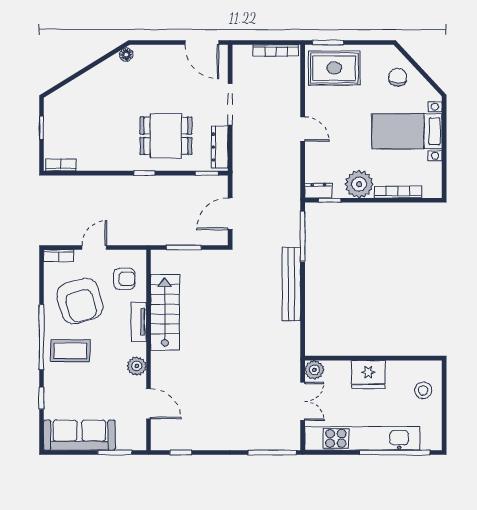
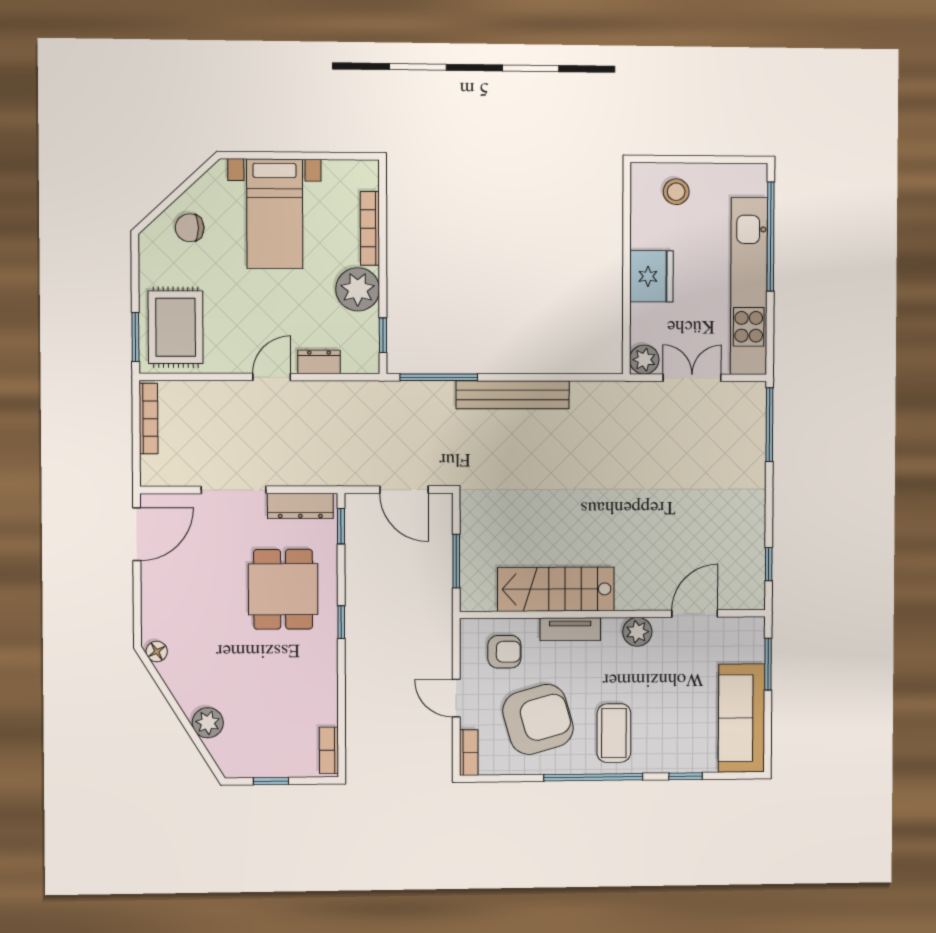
plant: (80, 87) -> (208, 723), added
dresser: (318, 191) -> (319, 362), moved, turned 90
armchair: (124, 279) -> (504, 652), turned 90

